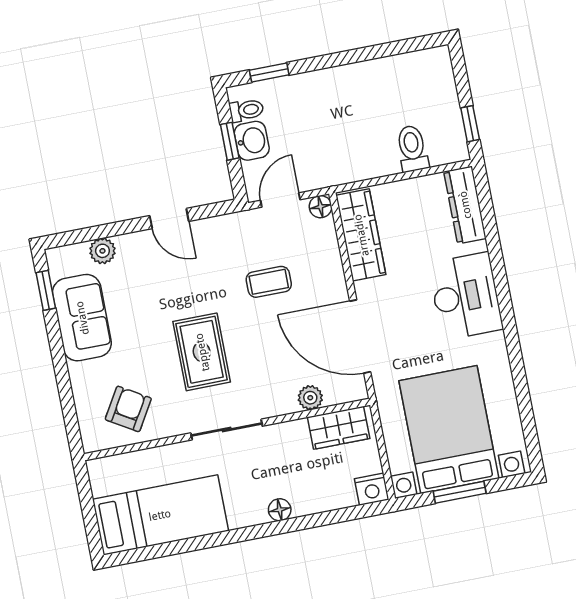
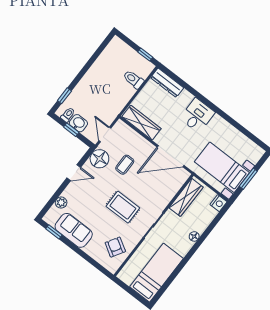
floor lamp: (321, 207) -> (99, 159), moved, width x1.89, depth x1.89
desk: (466, 296) -> (197, 115), width x0.73
plant: (310, 398) -> (172, 191), removed
wardrobe: (339, 428) -> (186, 197), width x1.50
bed with nightstands: (449, 430) -> (222, 167), width x0.73

